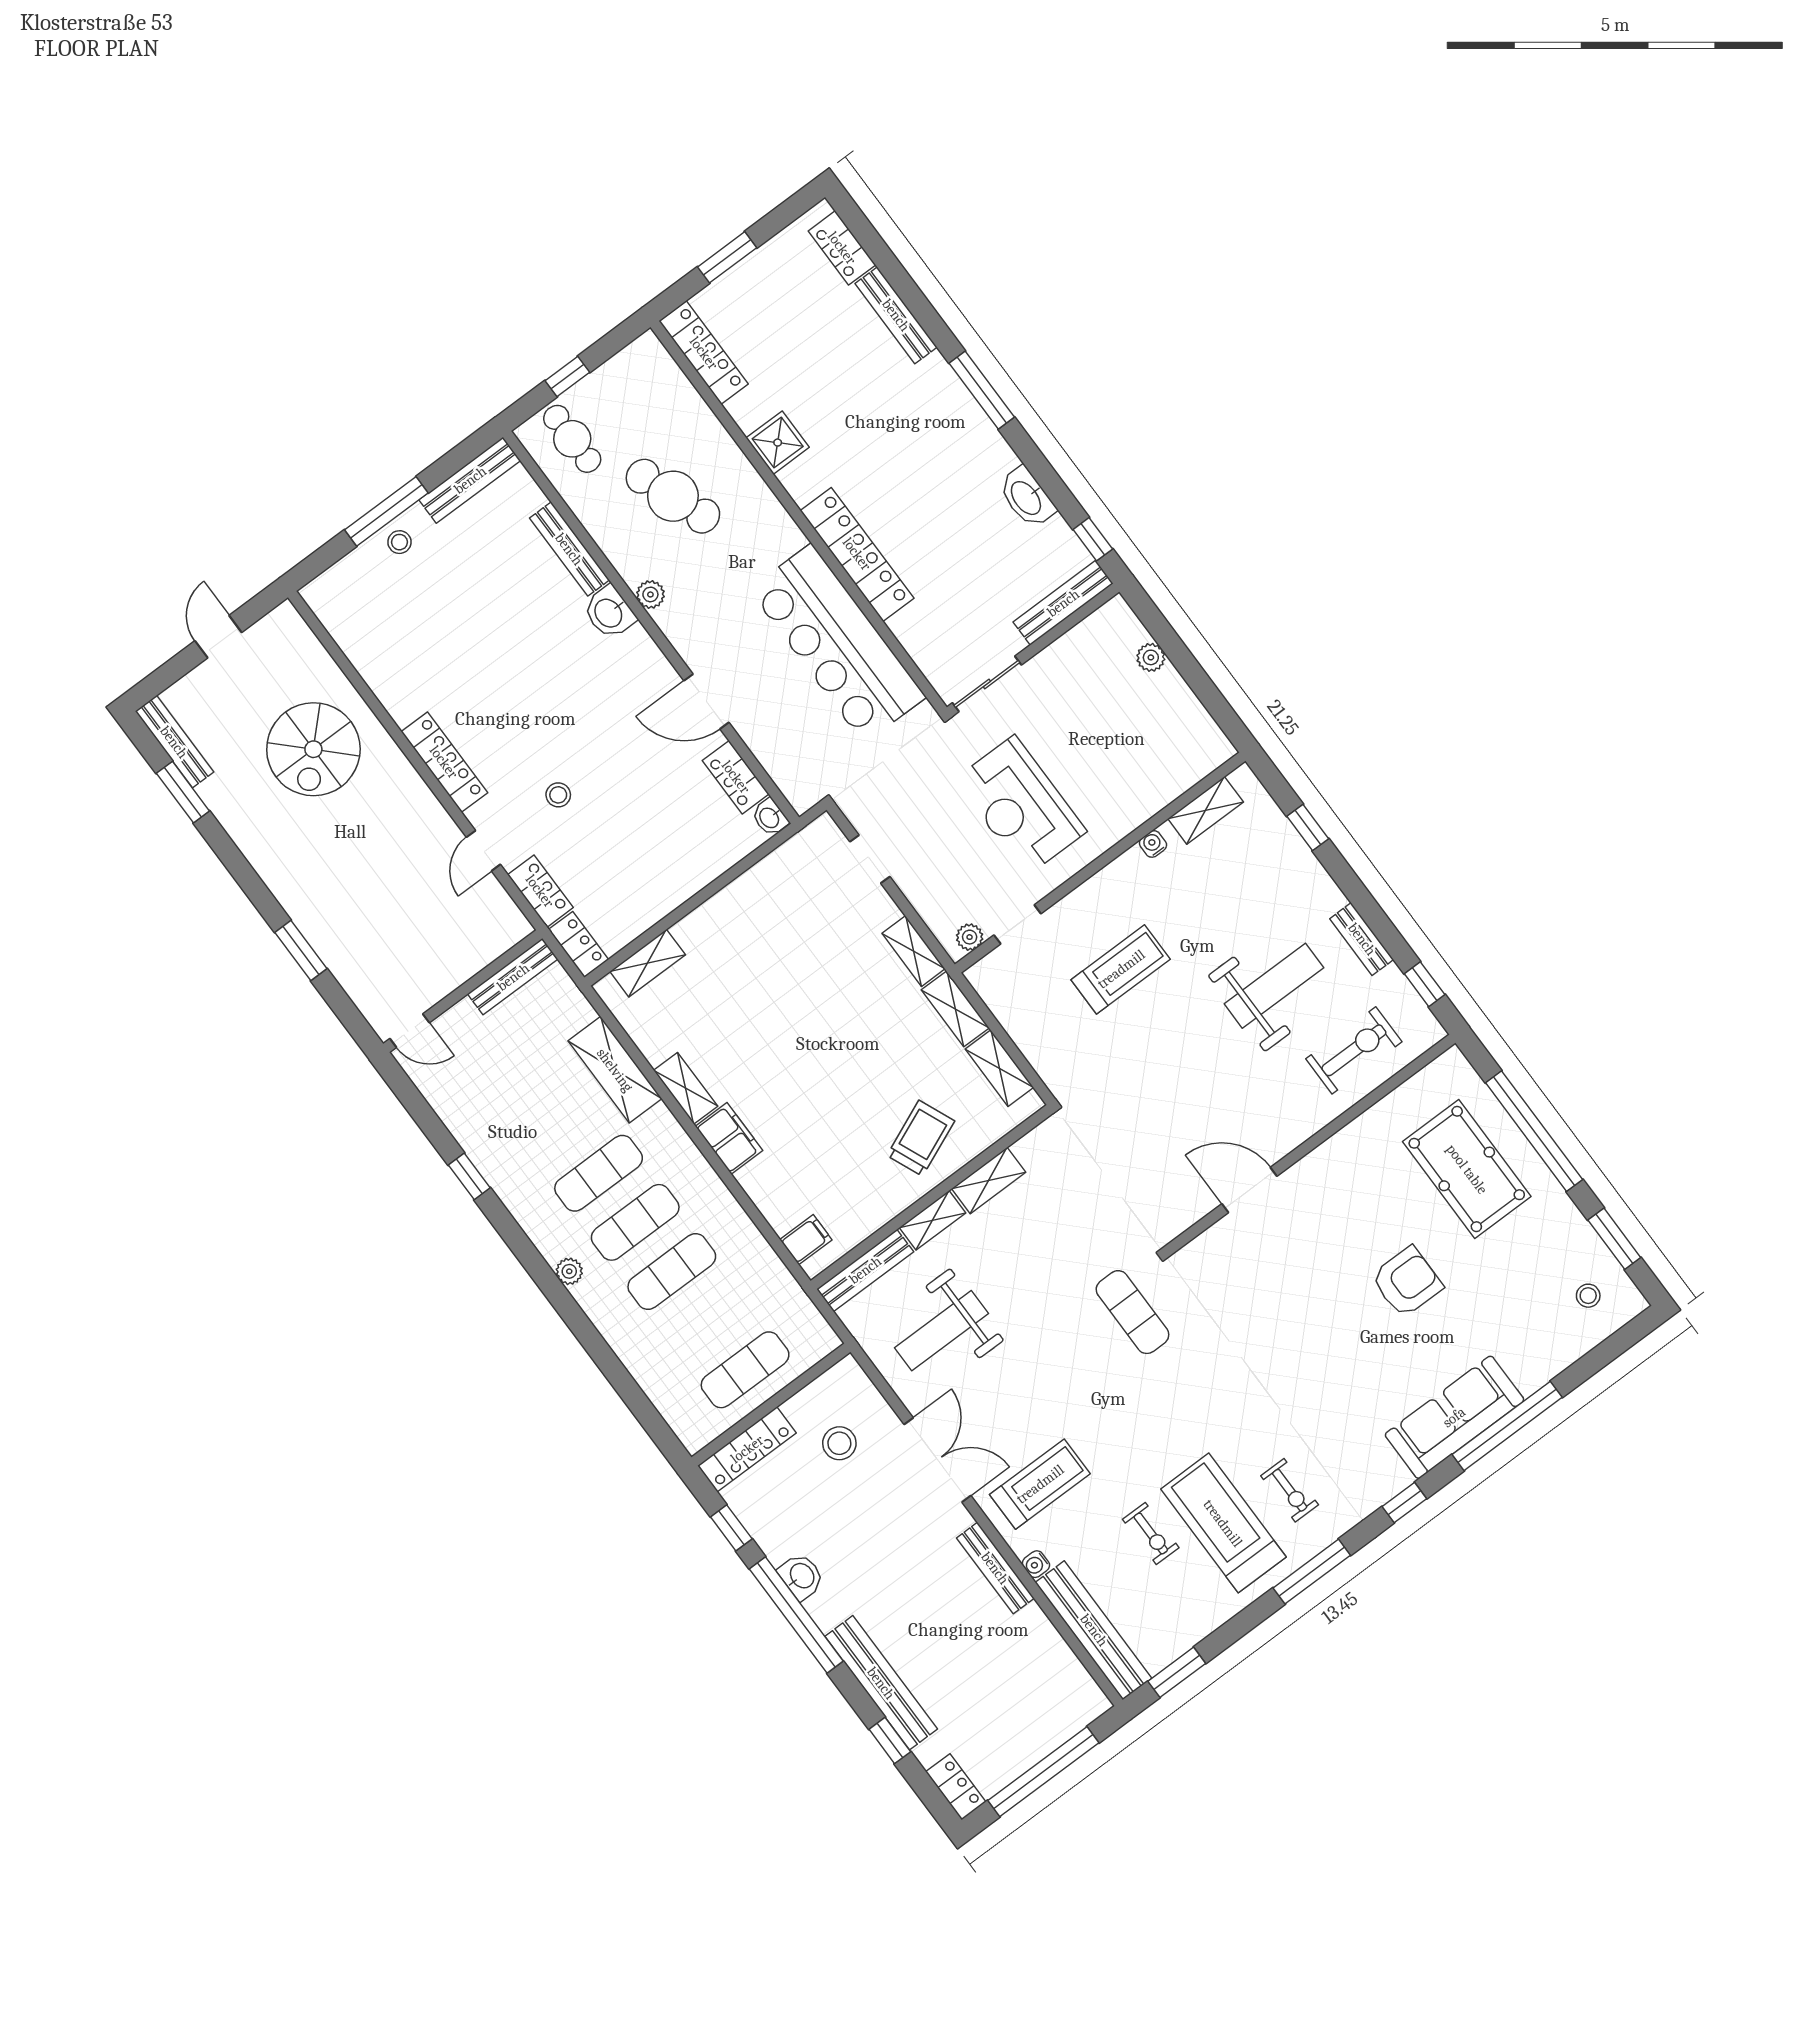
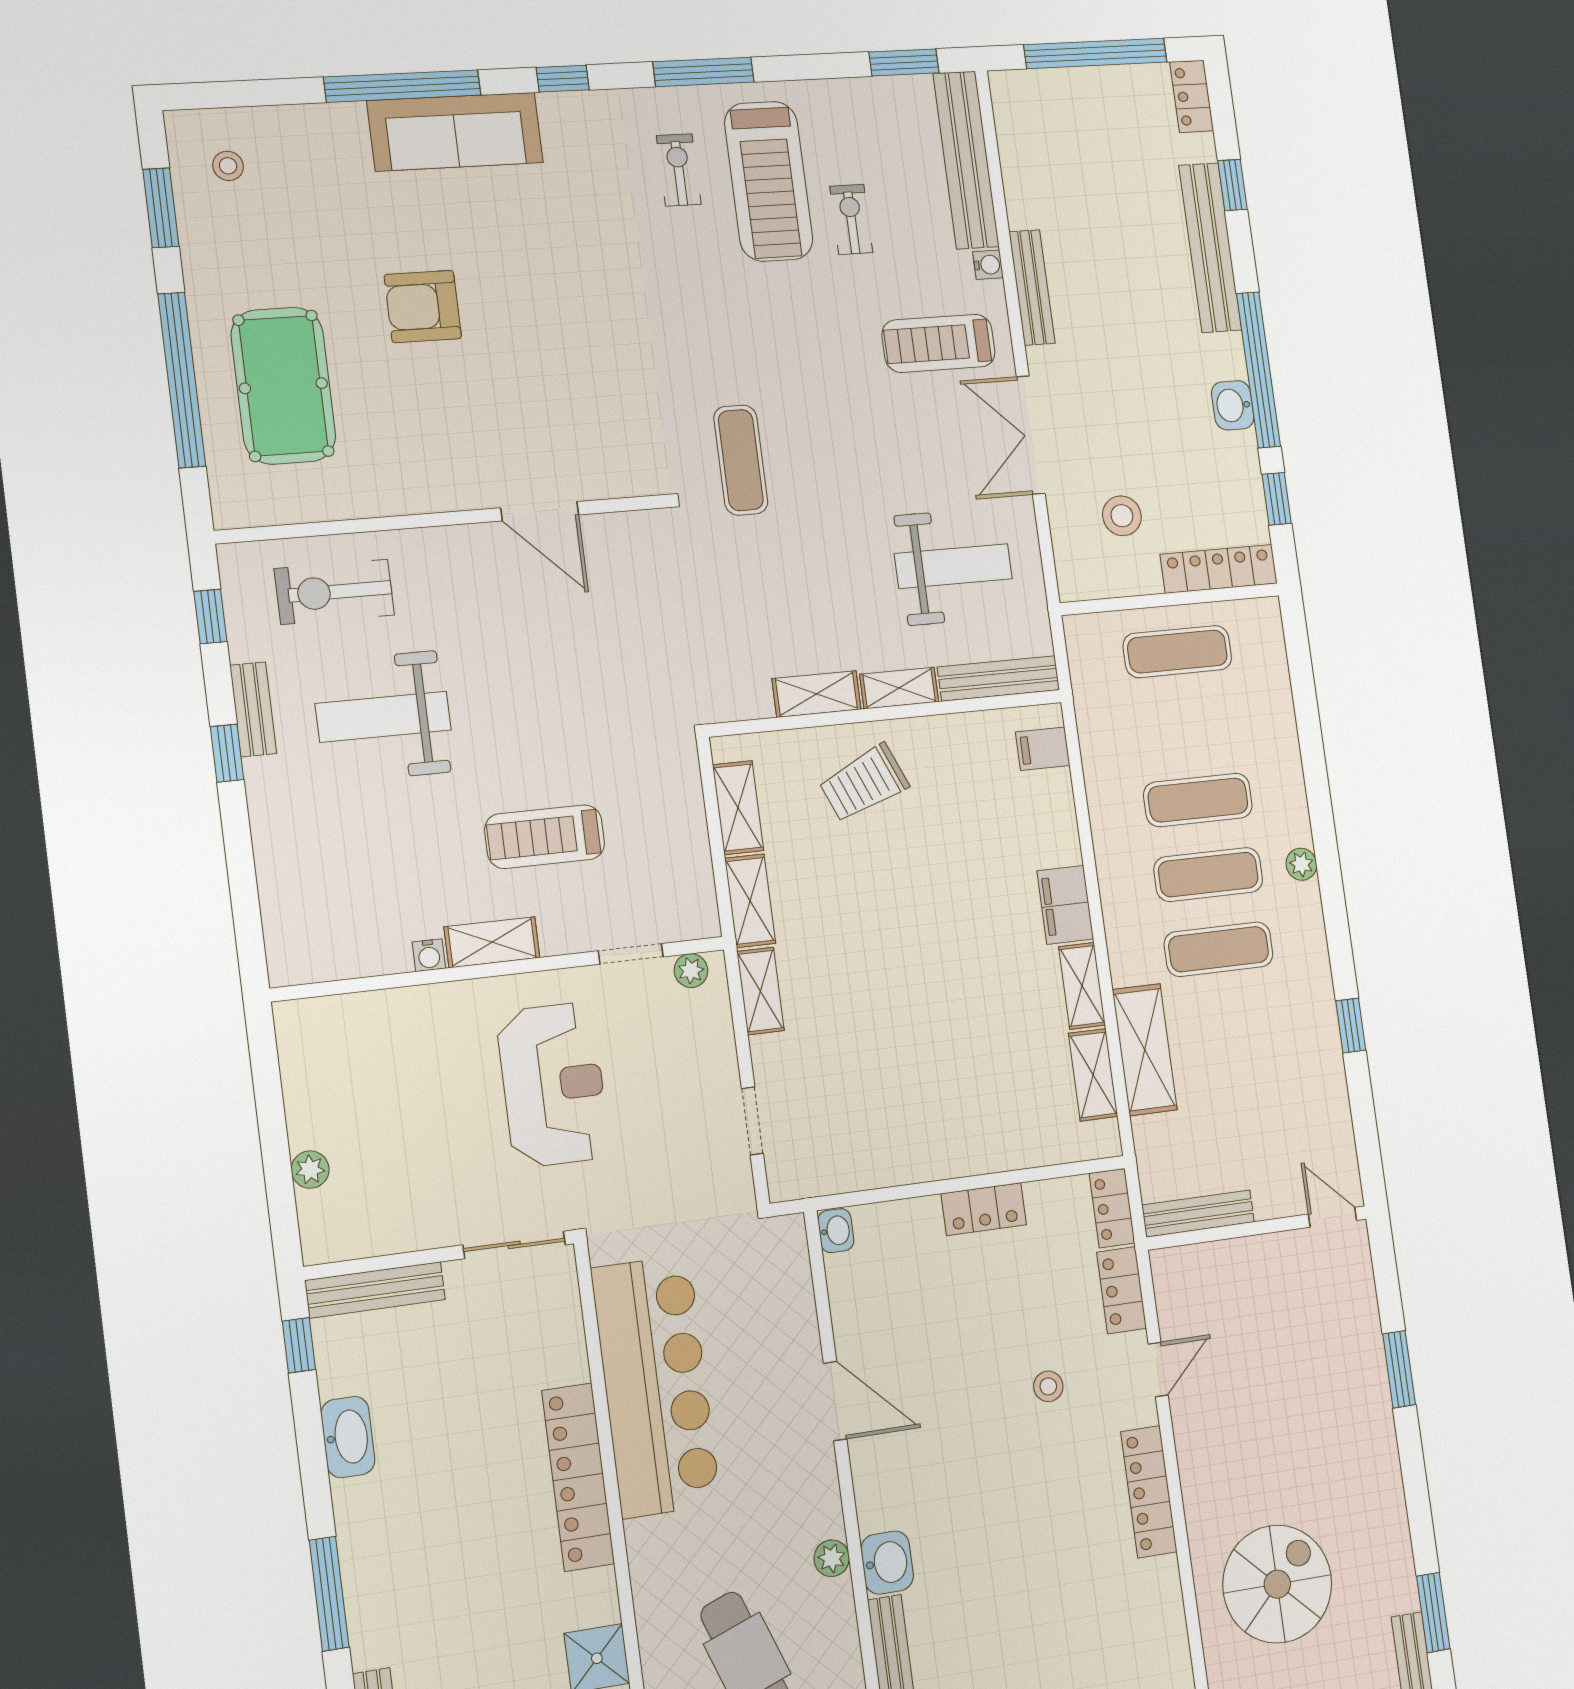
locker: (736, 777) -> (984, 1209), moved, turned 90
shelving: (1206, 810) -> (492, 942), moved
window: (1308, 828) -> (227, 753), moved
shelving: (648, 963) -> (1093, 1075), moved, turned 90

